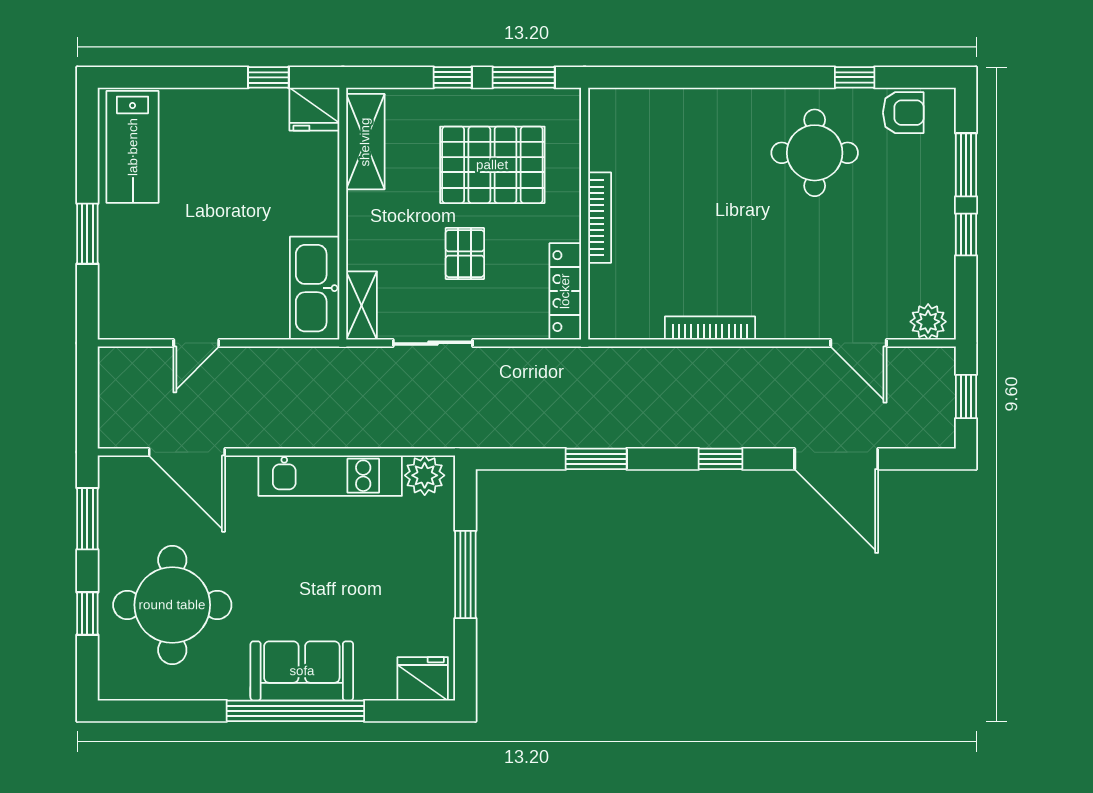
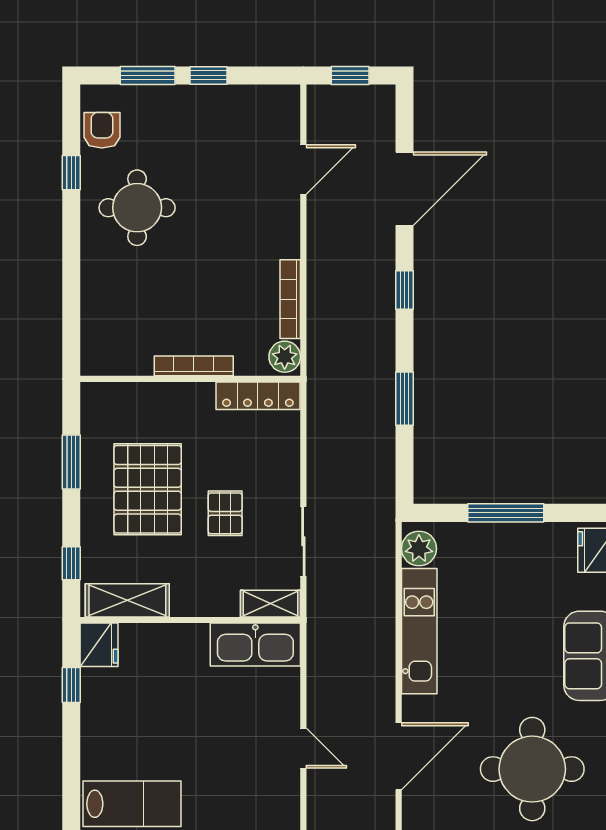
window: (453, 77) -> (71, 563), moved
wall: (585, 214) -> (190, 379), moved
bookcase: (600, 218) -> (194, 366), moved
pallet: (465, 254) -> (225, 513), turned 90
locker: (565, 291) -> (258, 396), moved
plant: (928, 322) -> (285, 357), moved

